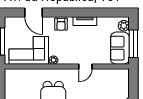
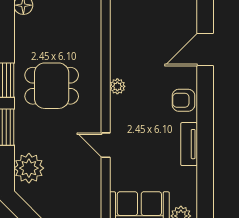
corner sofa: (29, 50) -> (135, 41), removed

